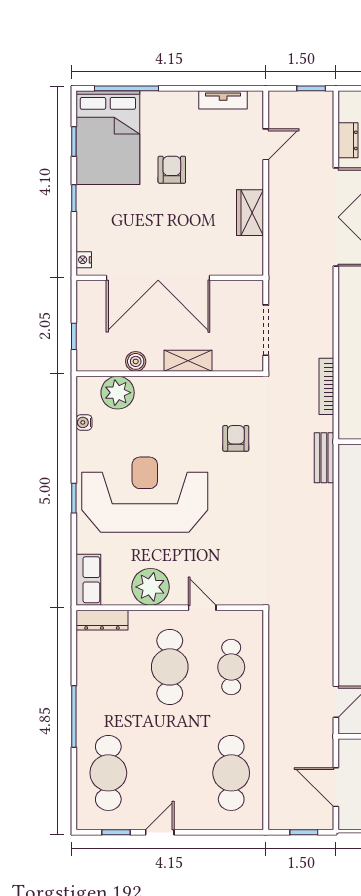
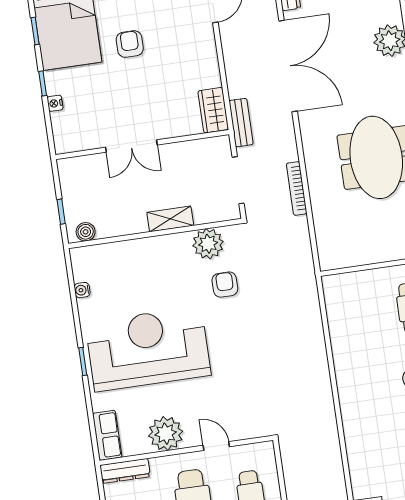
wardrobe: (250, 213) -> (213, 110), moved
nightstand: (84, 260) -> (55, 103), moved
double door: (158, 278) -> (131, 146), width x0.54
boiler: (136, 361) -> (86, 232), moved
bookcase: (326, 386) -> (297, 188), moved
plant: (118, 393) -> (208, 244), moved
bench: (324, 458) -> (241, 123), moved

